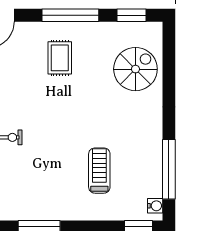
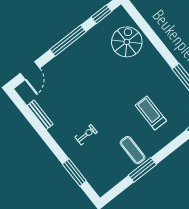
rug: (60, 58) -> (81, 68), removed
exercise mat: (46, 196) -> (133, 150), added

